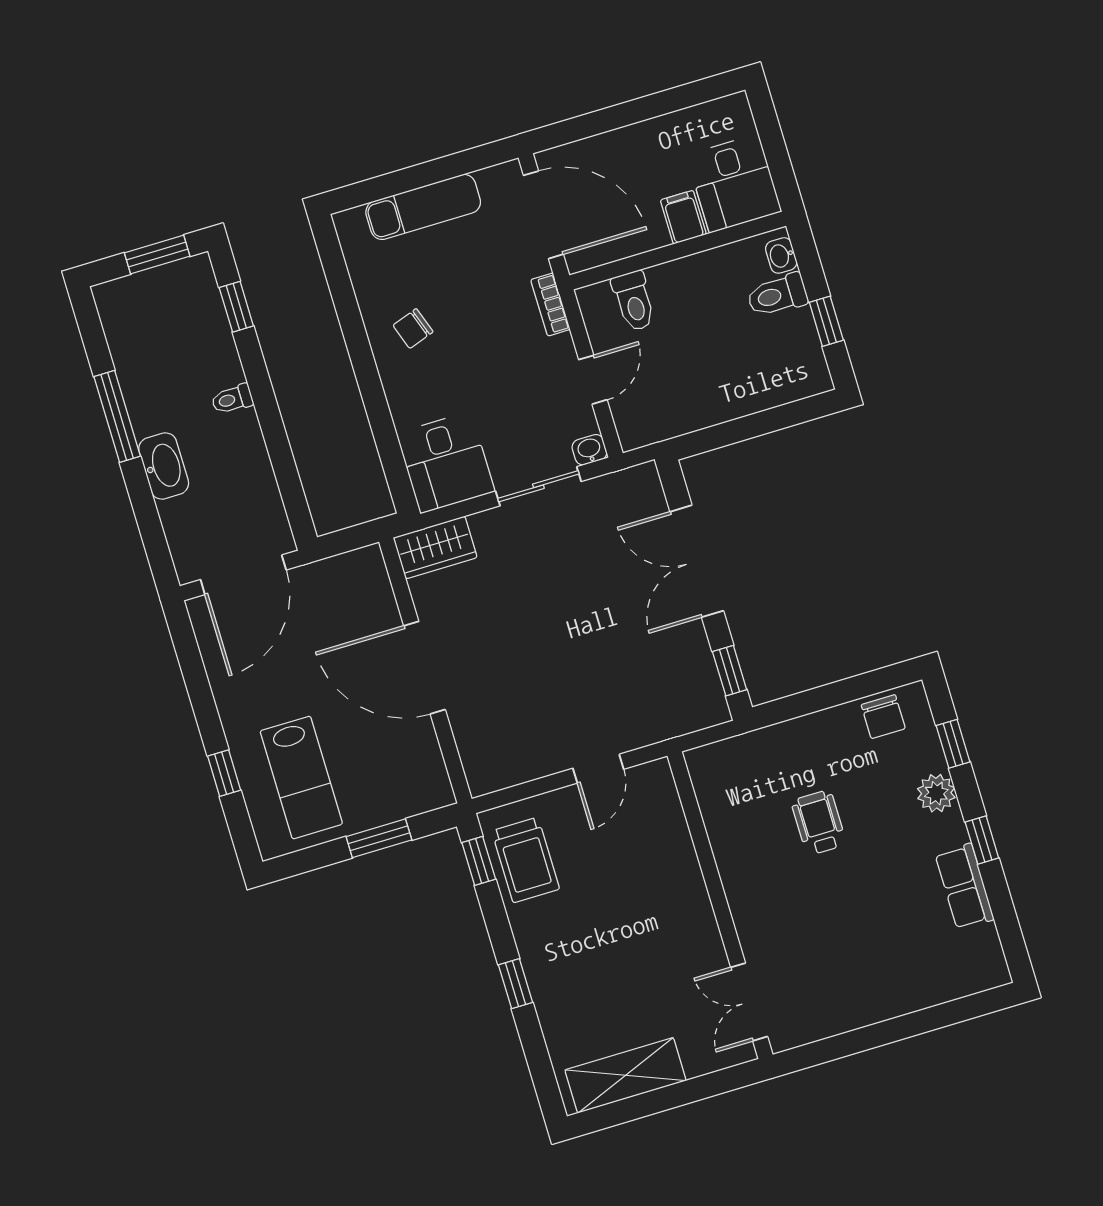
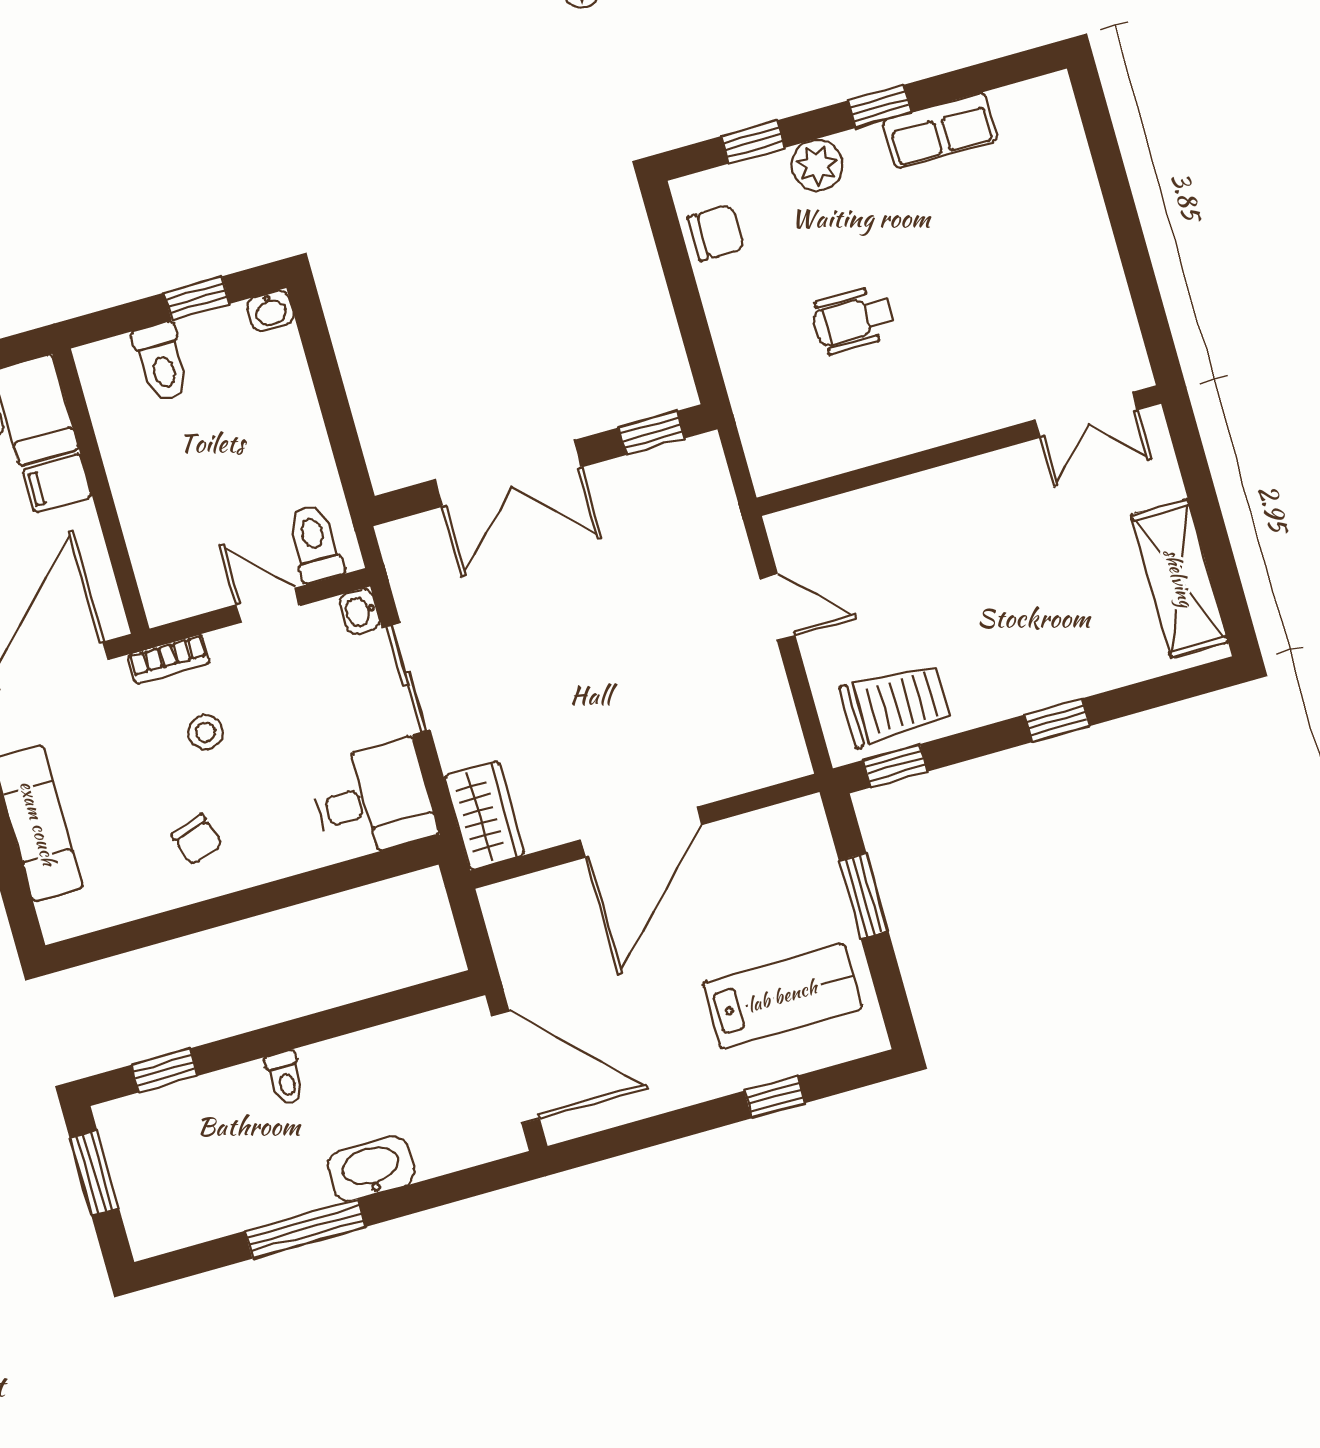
washbasin: (781, 255) -> (270, 311), moved
toilet: (634, 301) -> (315, 543), moved, turned -90
stool: (495, 334) -> (205, 732), added

